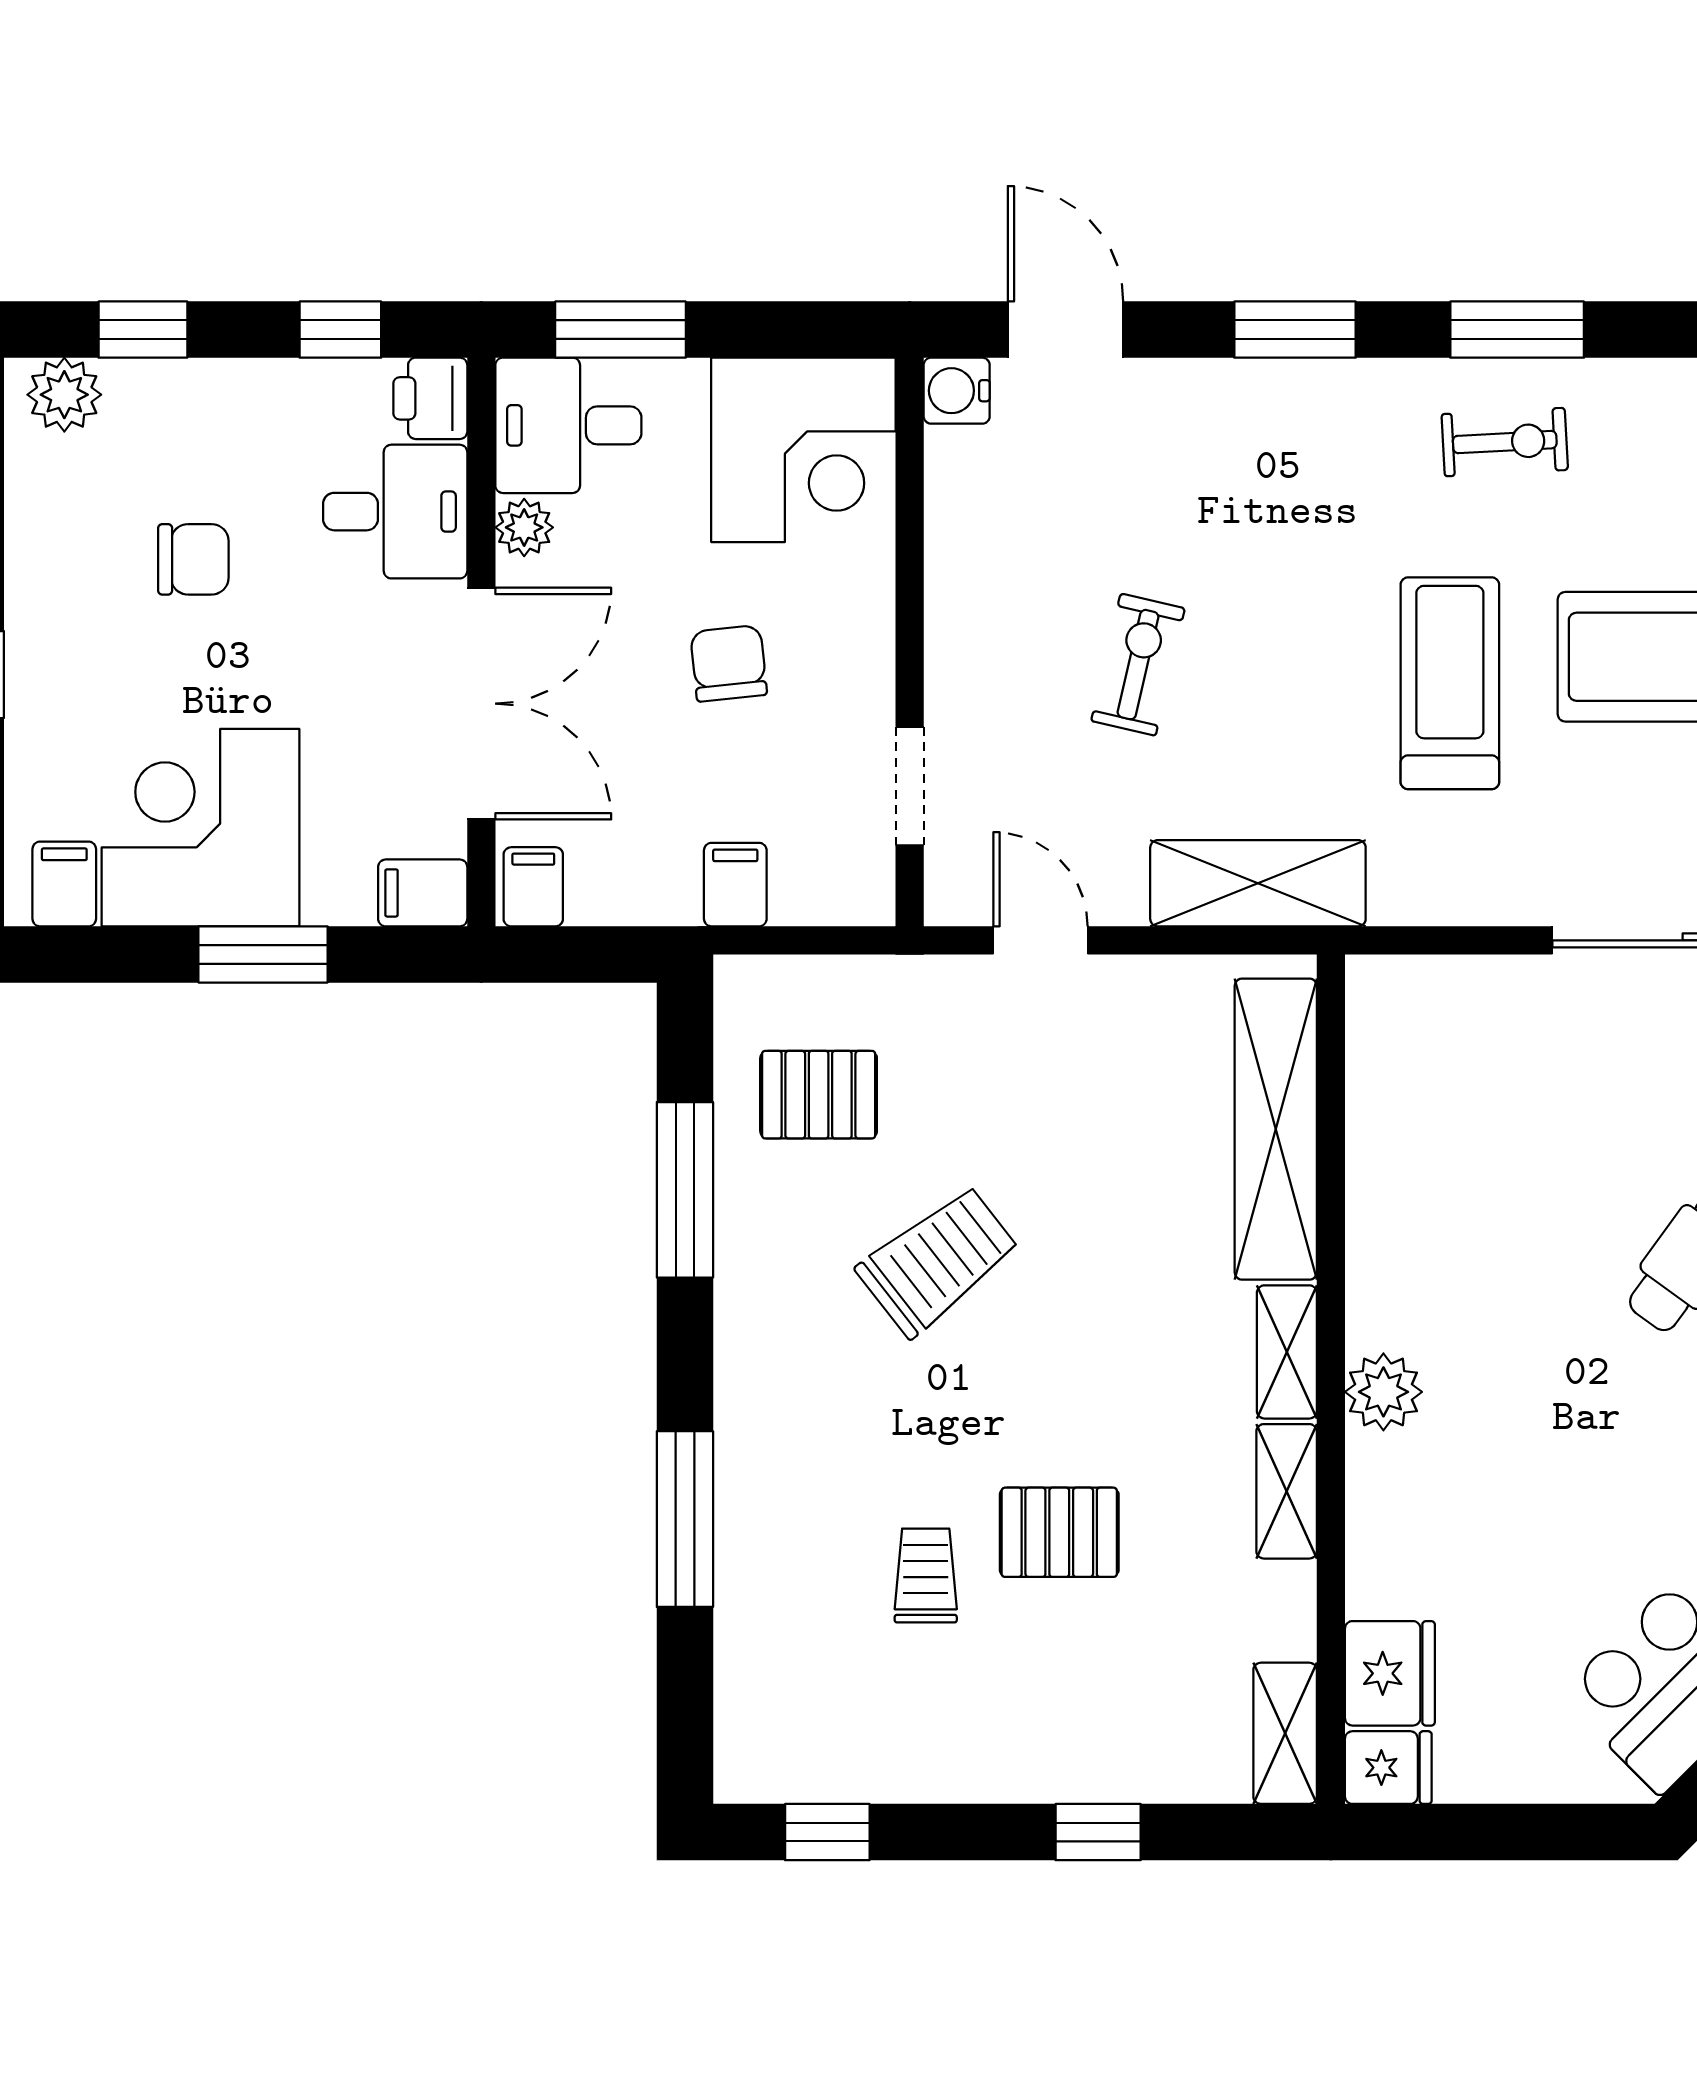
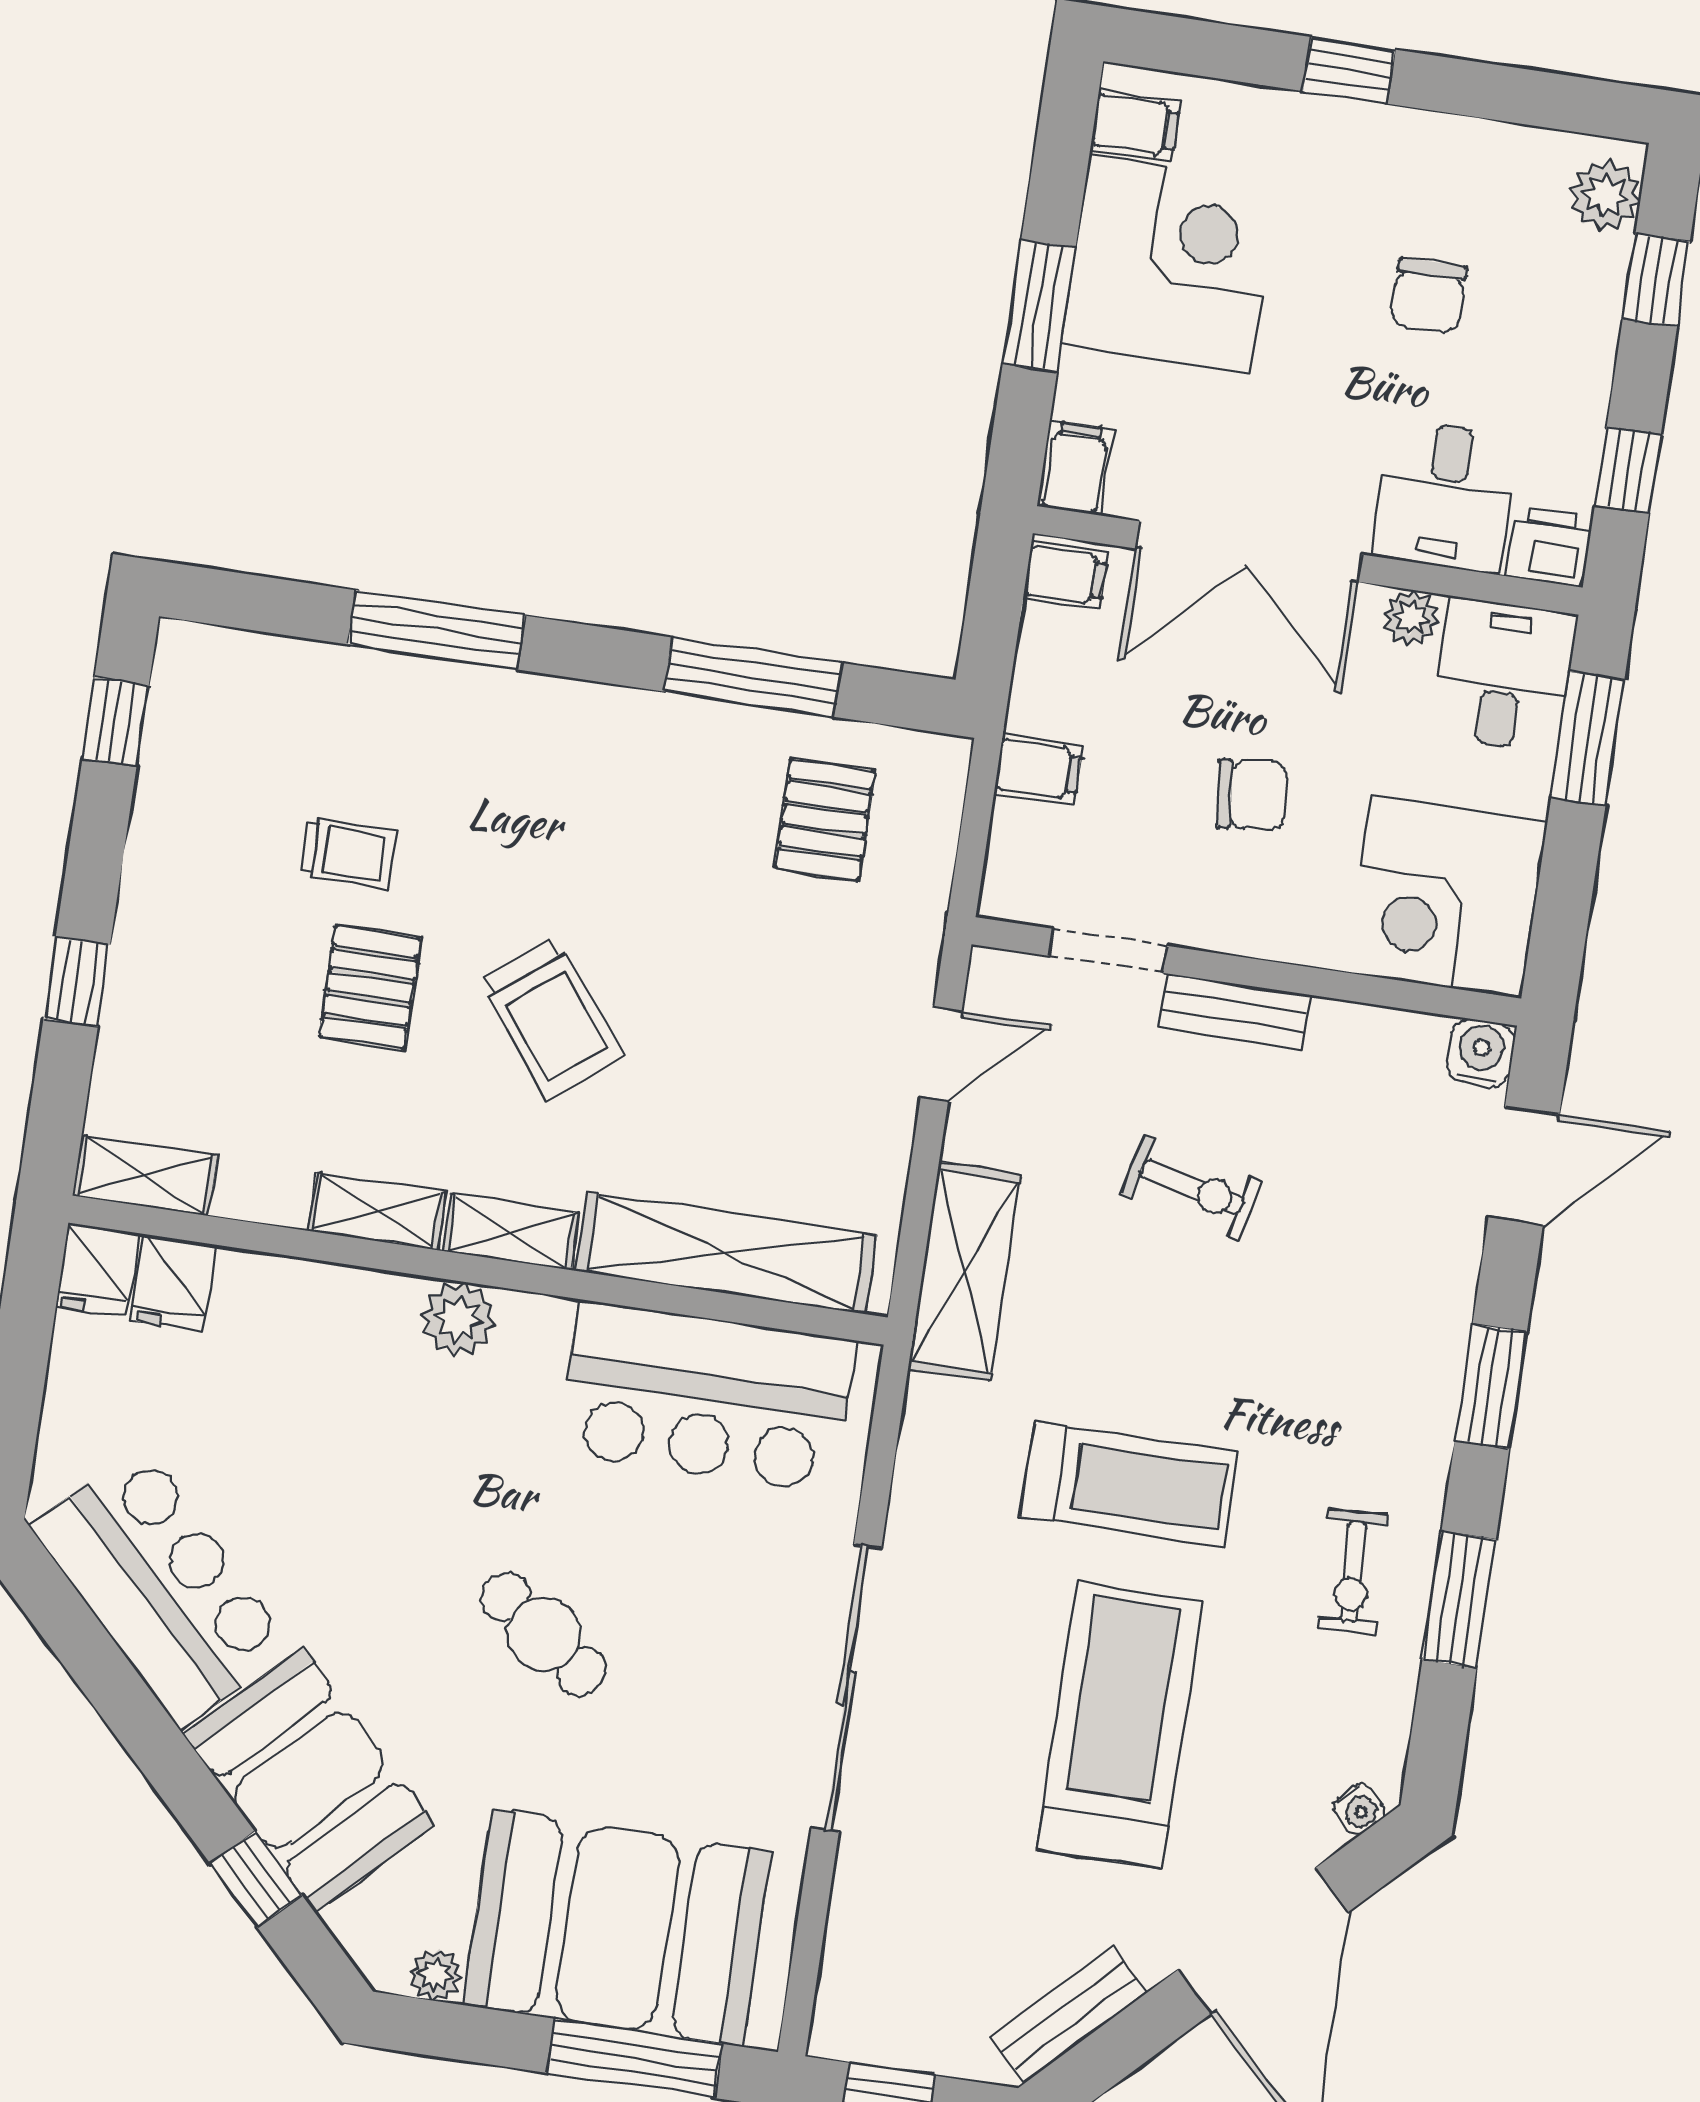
bench: (952, 648) -> (1234, 1011), added
bar counter: (1425, 1128) -> (706, 1397), added
trolley: (938, 1261) -> (551, 1018), moved
fridge: (1390, 1673) -> (173, 1283), width x0.72

